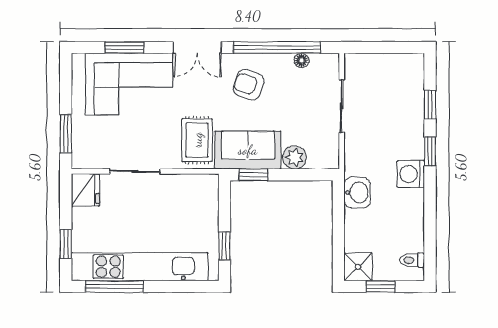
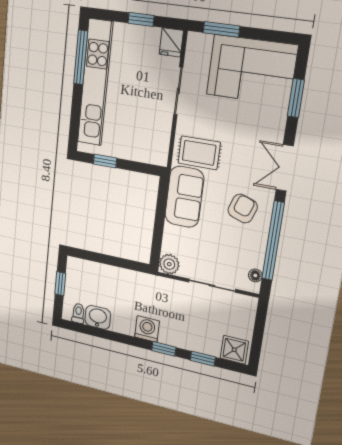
floor lamp: (302, 60) -> (255, 275), moved
corner sofa: (129, 84) -> (252, 70), moved, turned -90
plant: (295, 157) -> (169, 264), moved
window: (253, 175) -> (162, 198), removed
fridge: (85, 190) -> (171, 42), width x0.72
washbasin: (357, 193) -> (98, 317), moved, turned 180
window: (66, 244) -> (141, 19), moved
shower: (358, 267) -> (234, 350), moved

